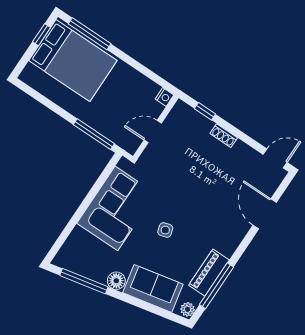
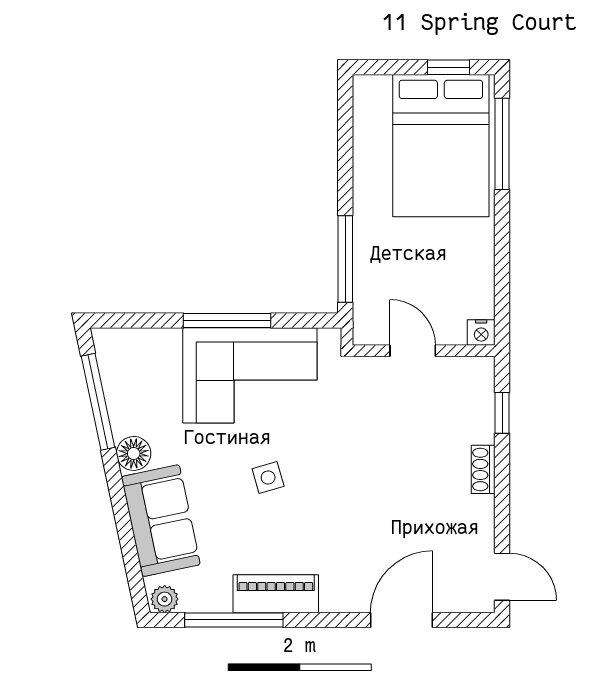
window: (86, 202) -> (227, 320), added
piano: (209, 273) -> (276, 594), moved

